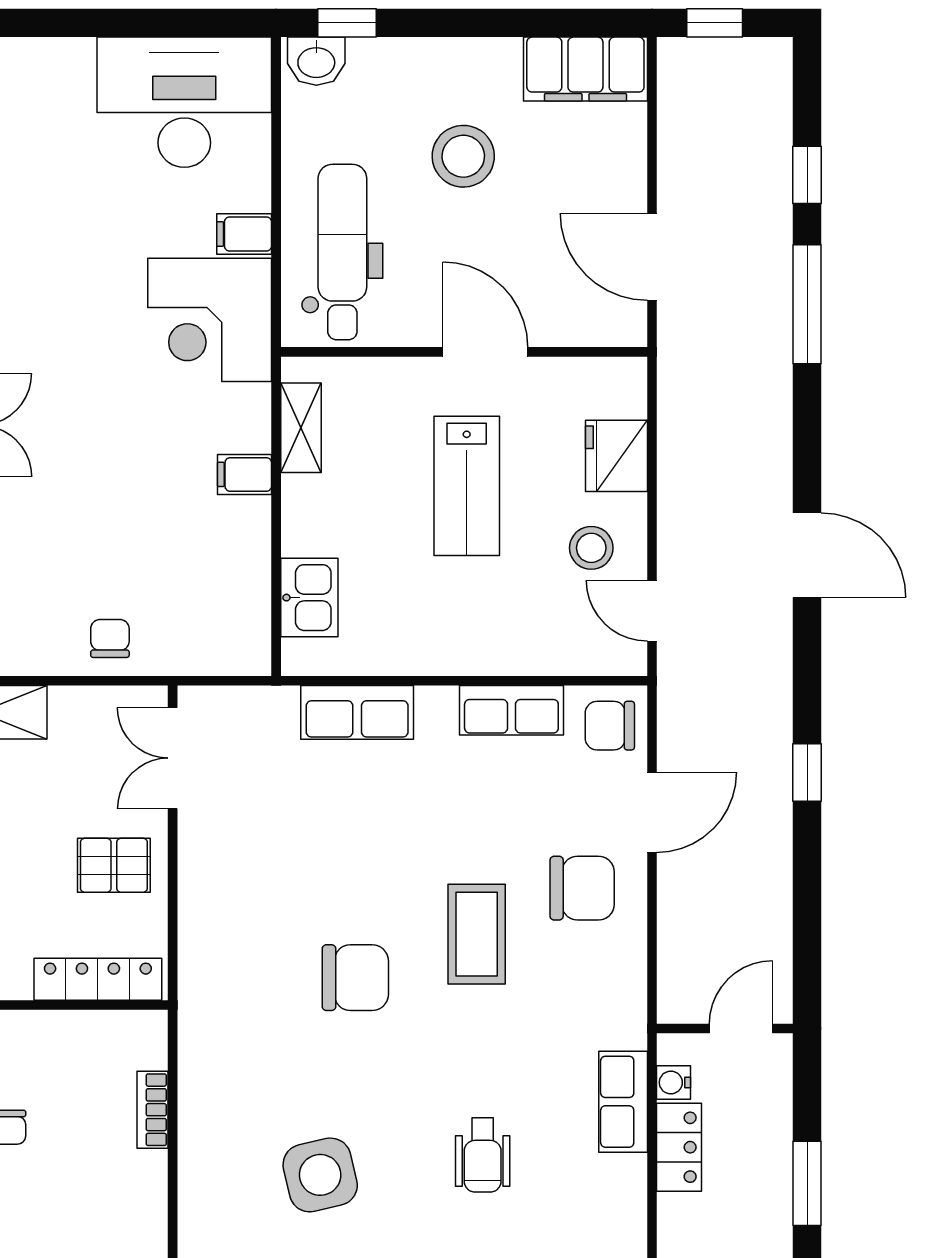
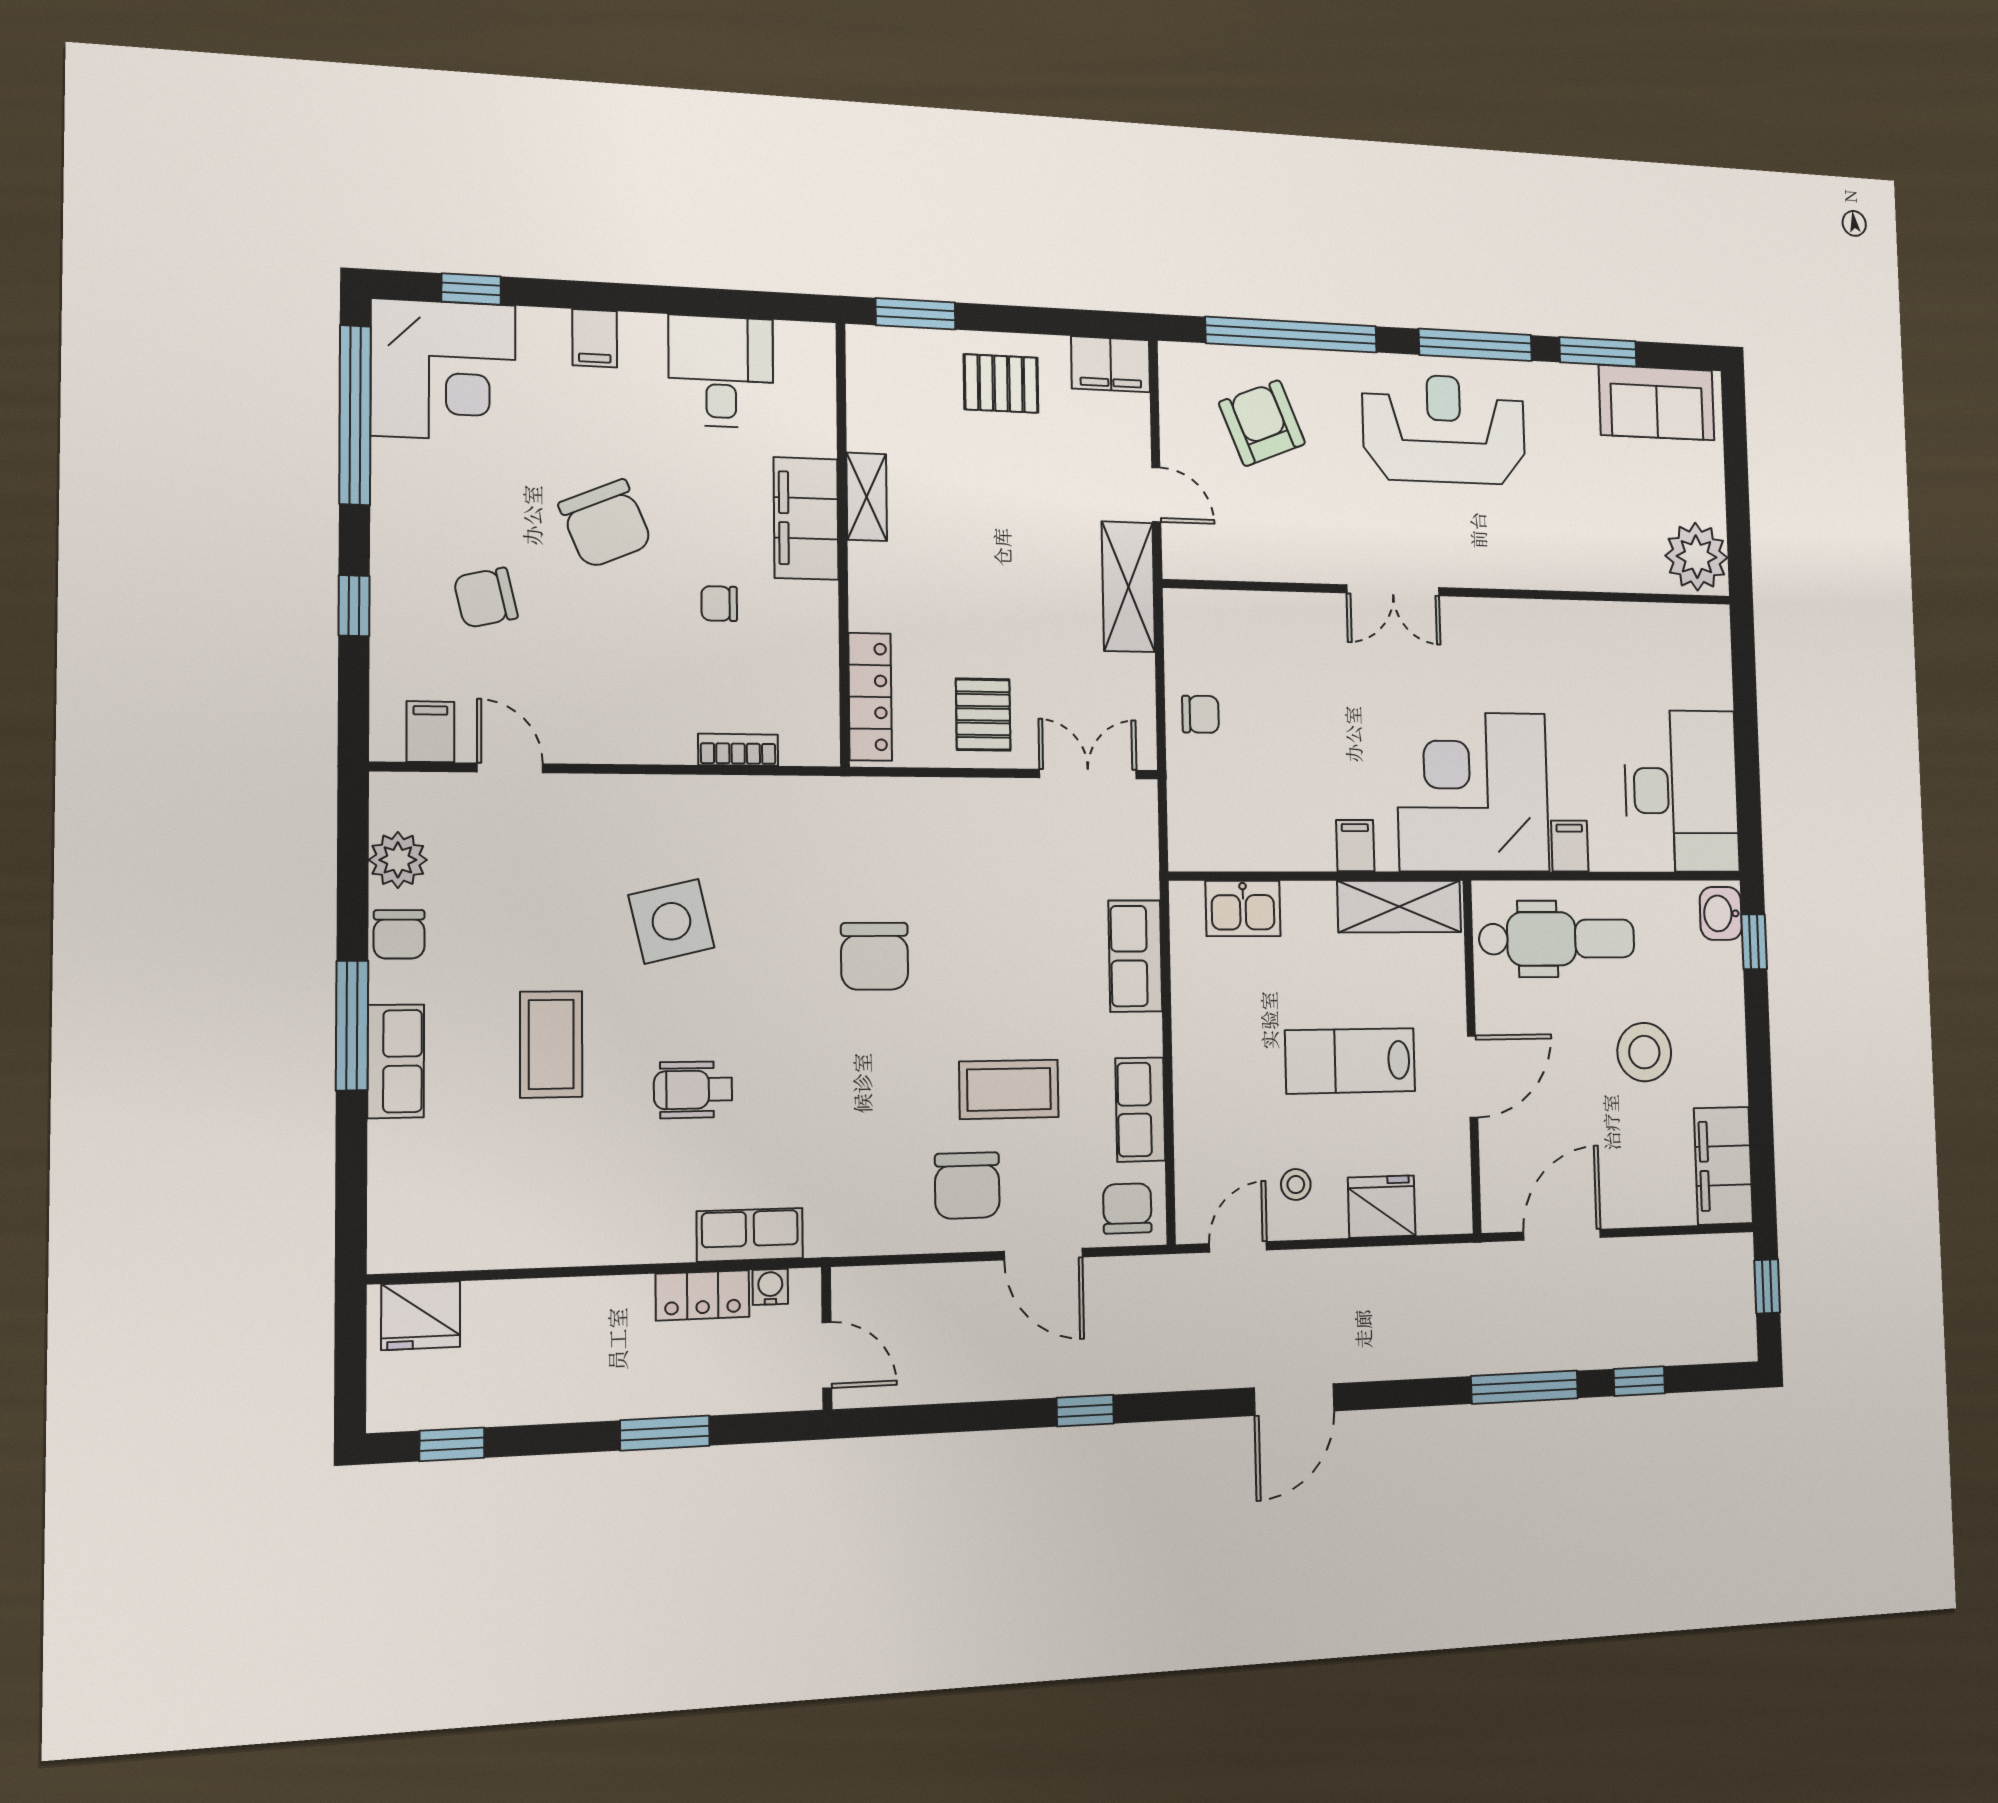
corner desk: (210, 320) -> (1473, 792), width x1.36, depth x1.36
shelving: (301, 428) -> (1399, 906), width x1.50, depth x1.33
stool: (591, 548) -> (1296, 1185), width x0.73, depth x0.73
coffee table: (477, 934) -> (1009, 1089), moved

